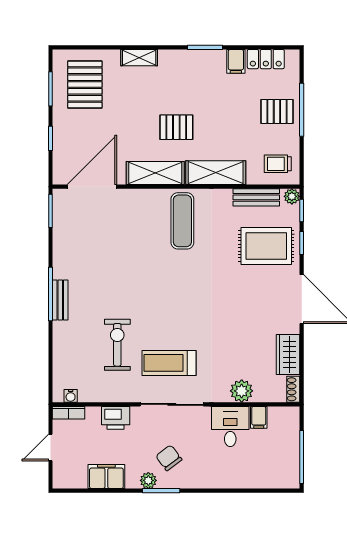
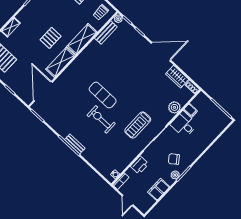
exercise mat: (182, 221) -> (103, 95), moved
rug: (266, 246) -> (128, 46), removed
exercise bike: (117, 345) -> (101, 119), moved

